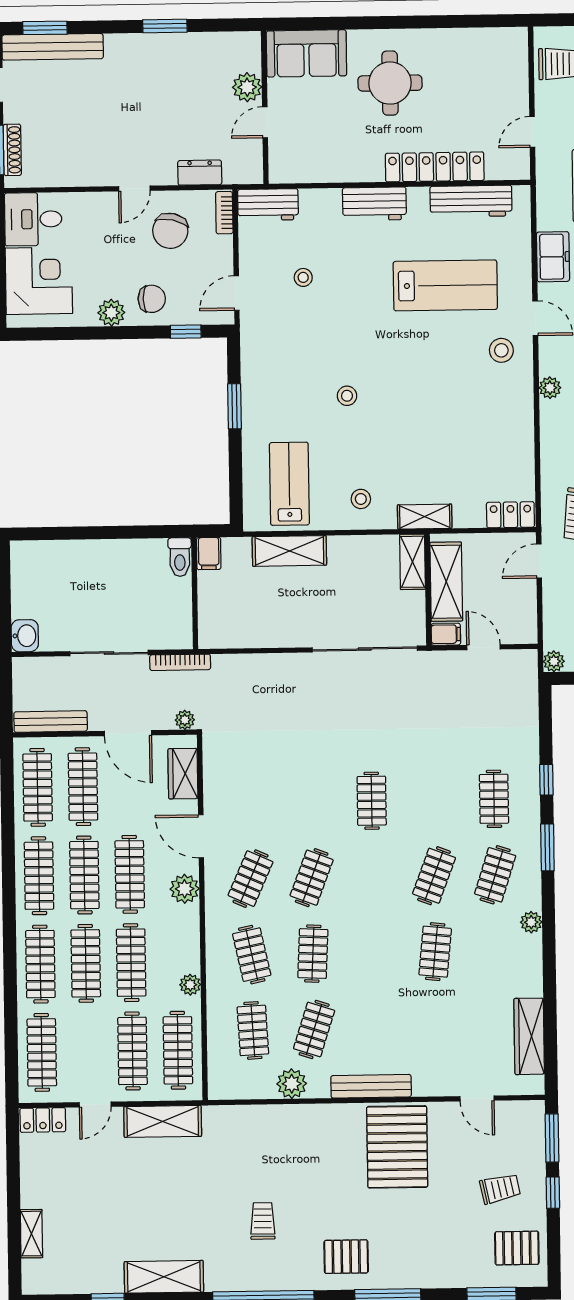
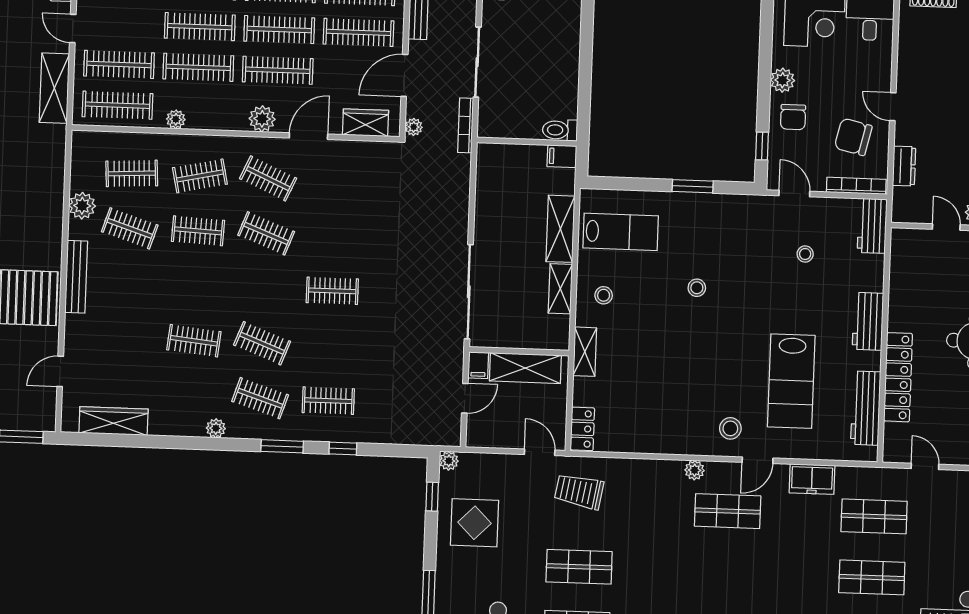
bookcase: (224, 213) -> (856, 186), width x1.56
shelving: (412, 562) -> (560, 289), moved, turned 90

